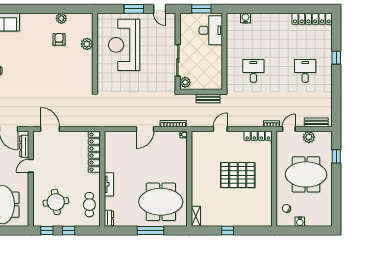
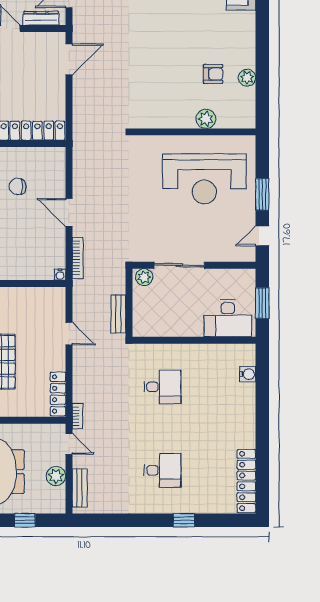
reception desk: (124, 45) -> (204, 179), turned 180
chair: (129, 161) -> (18, 186), added

